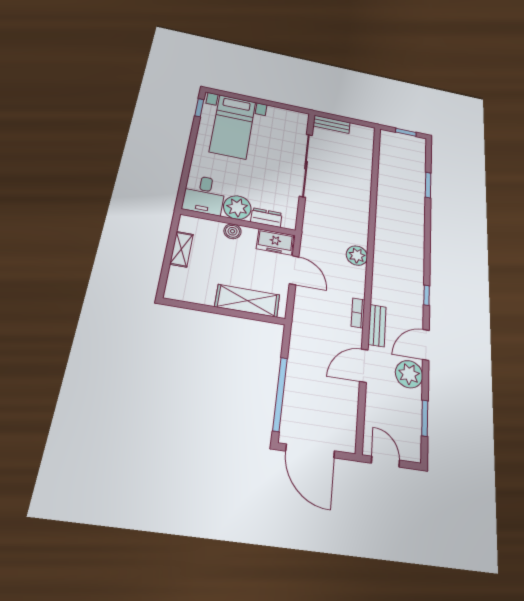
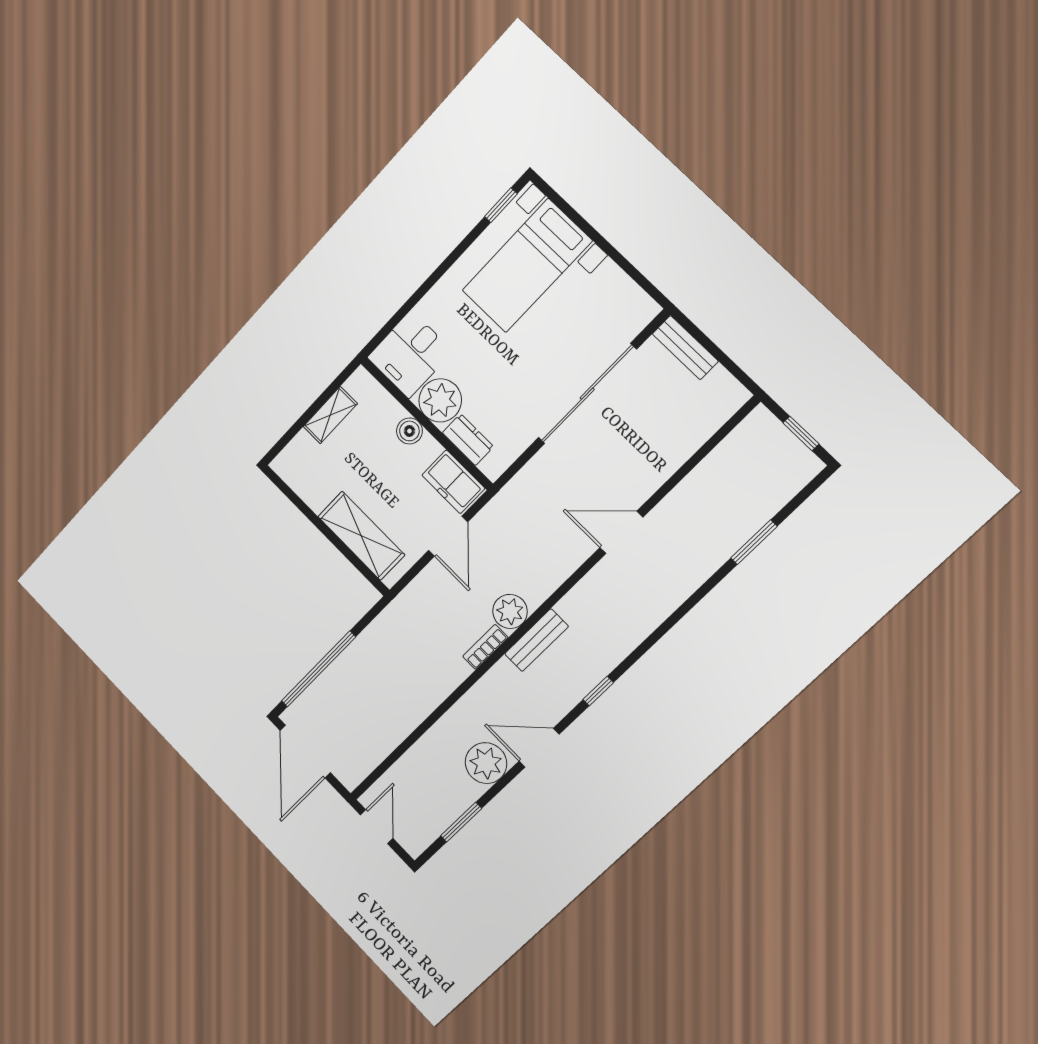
plant: (357, 256) -> (510, 611), moved
bench: (377, 326) -> (536, 640), moved
door: (364, 366) -> (621, 532), moved

